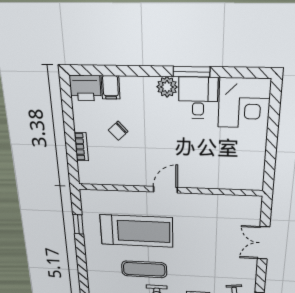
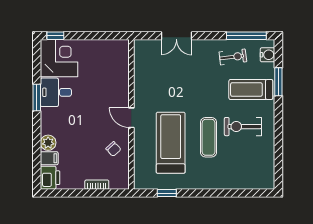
plant: (167, 87) -> (48, 143), moved
window: (275, 99) -> (55, 36), added
chair: (118, 131) -> (113, 149), moved

